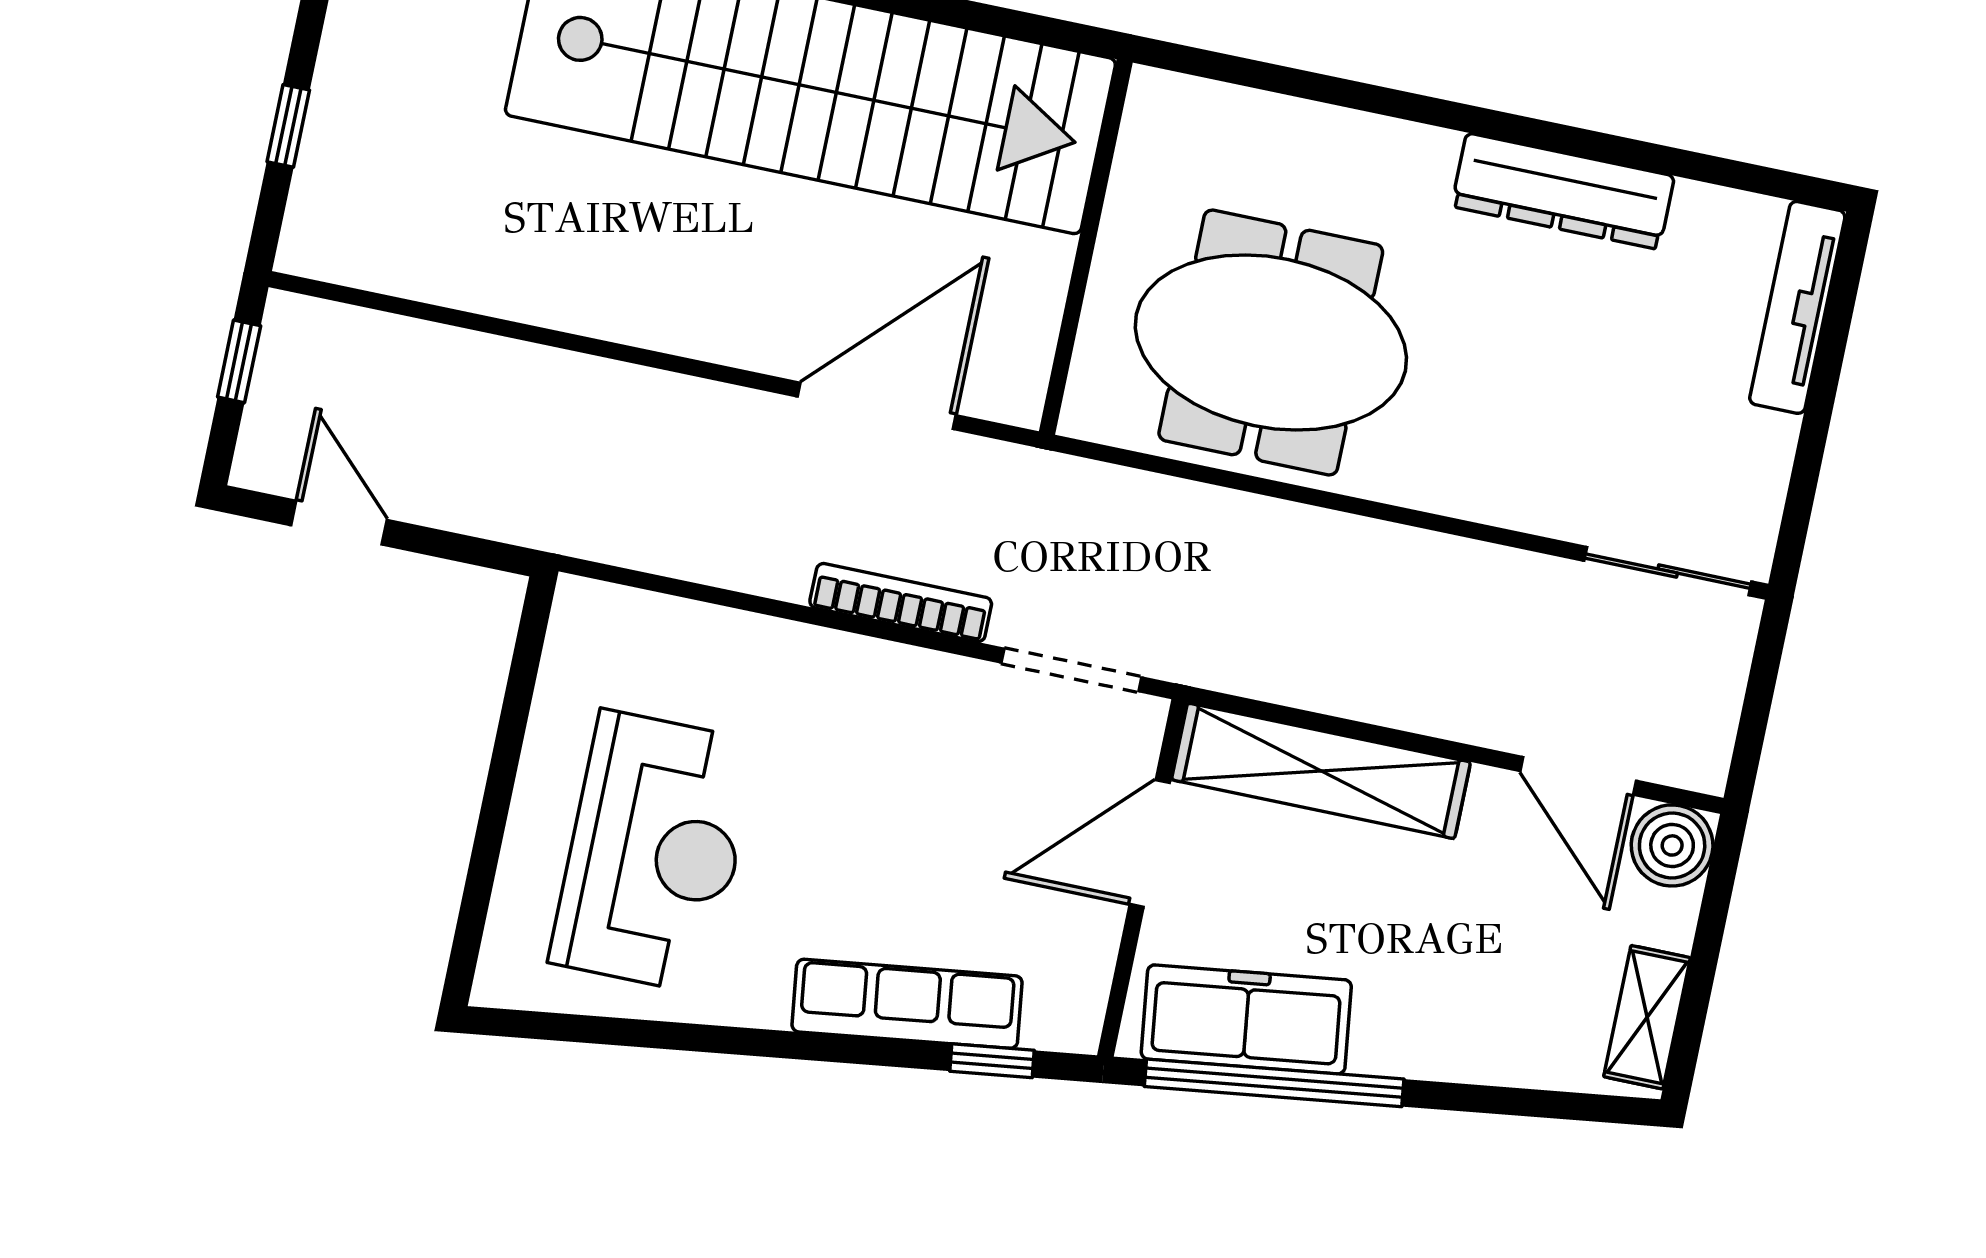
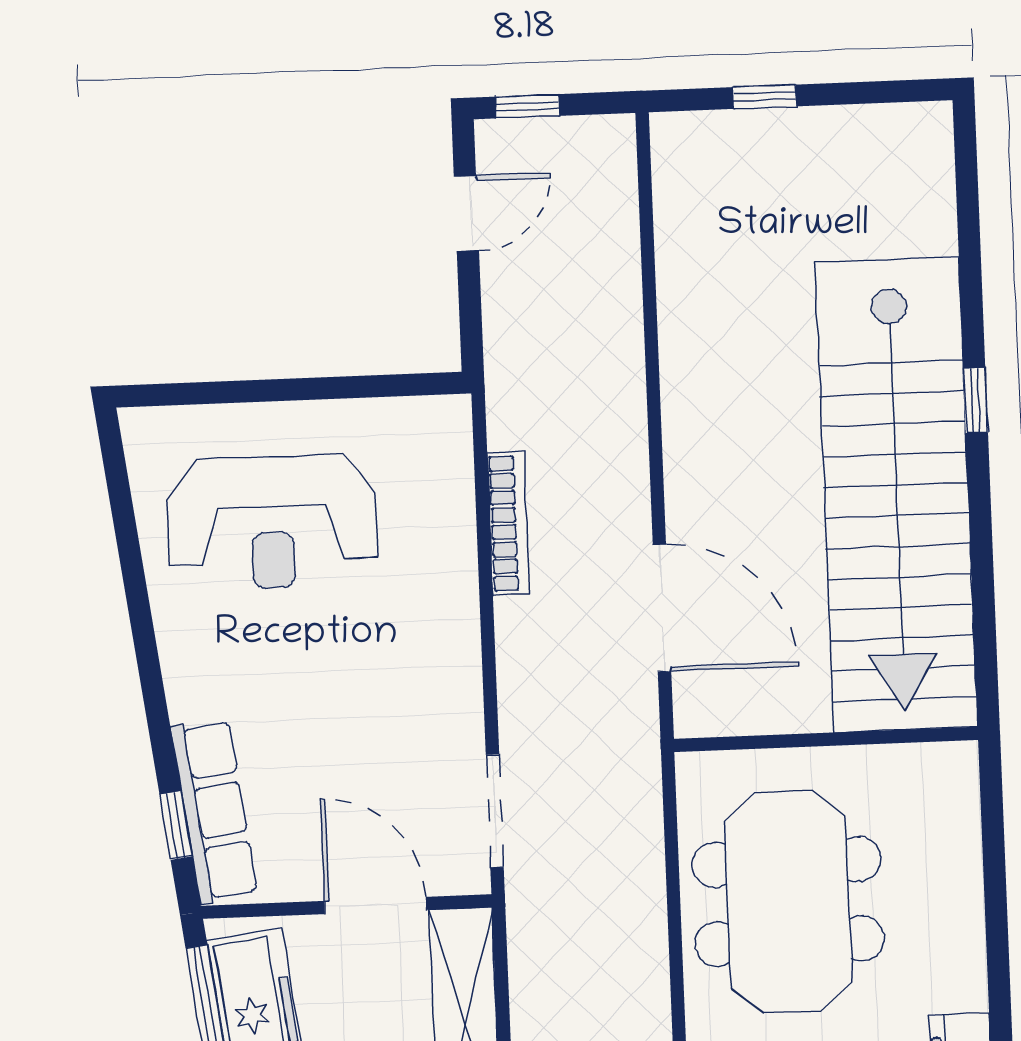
window: (239, 361) -> (527, 106), moved
bookcase: (901, 603) -> (508, 523), moved
row of seats: (907, 1004) -> (214, 811), moved

